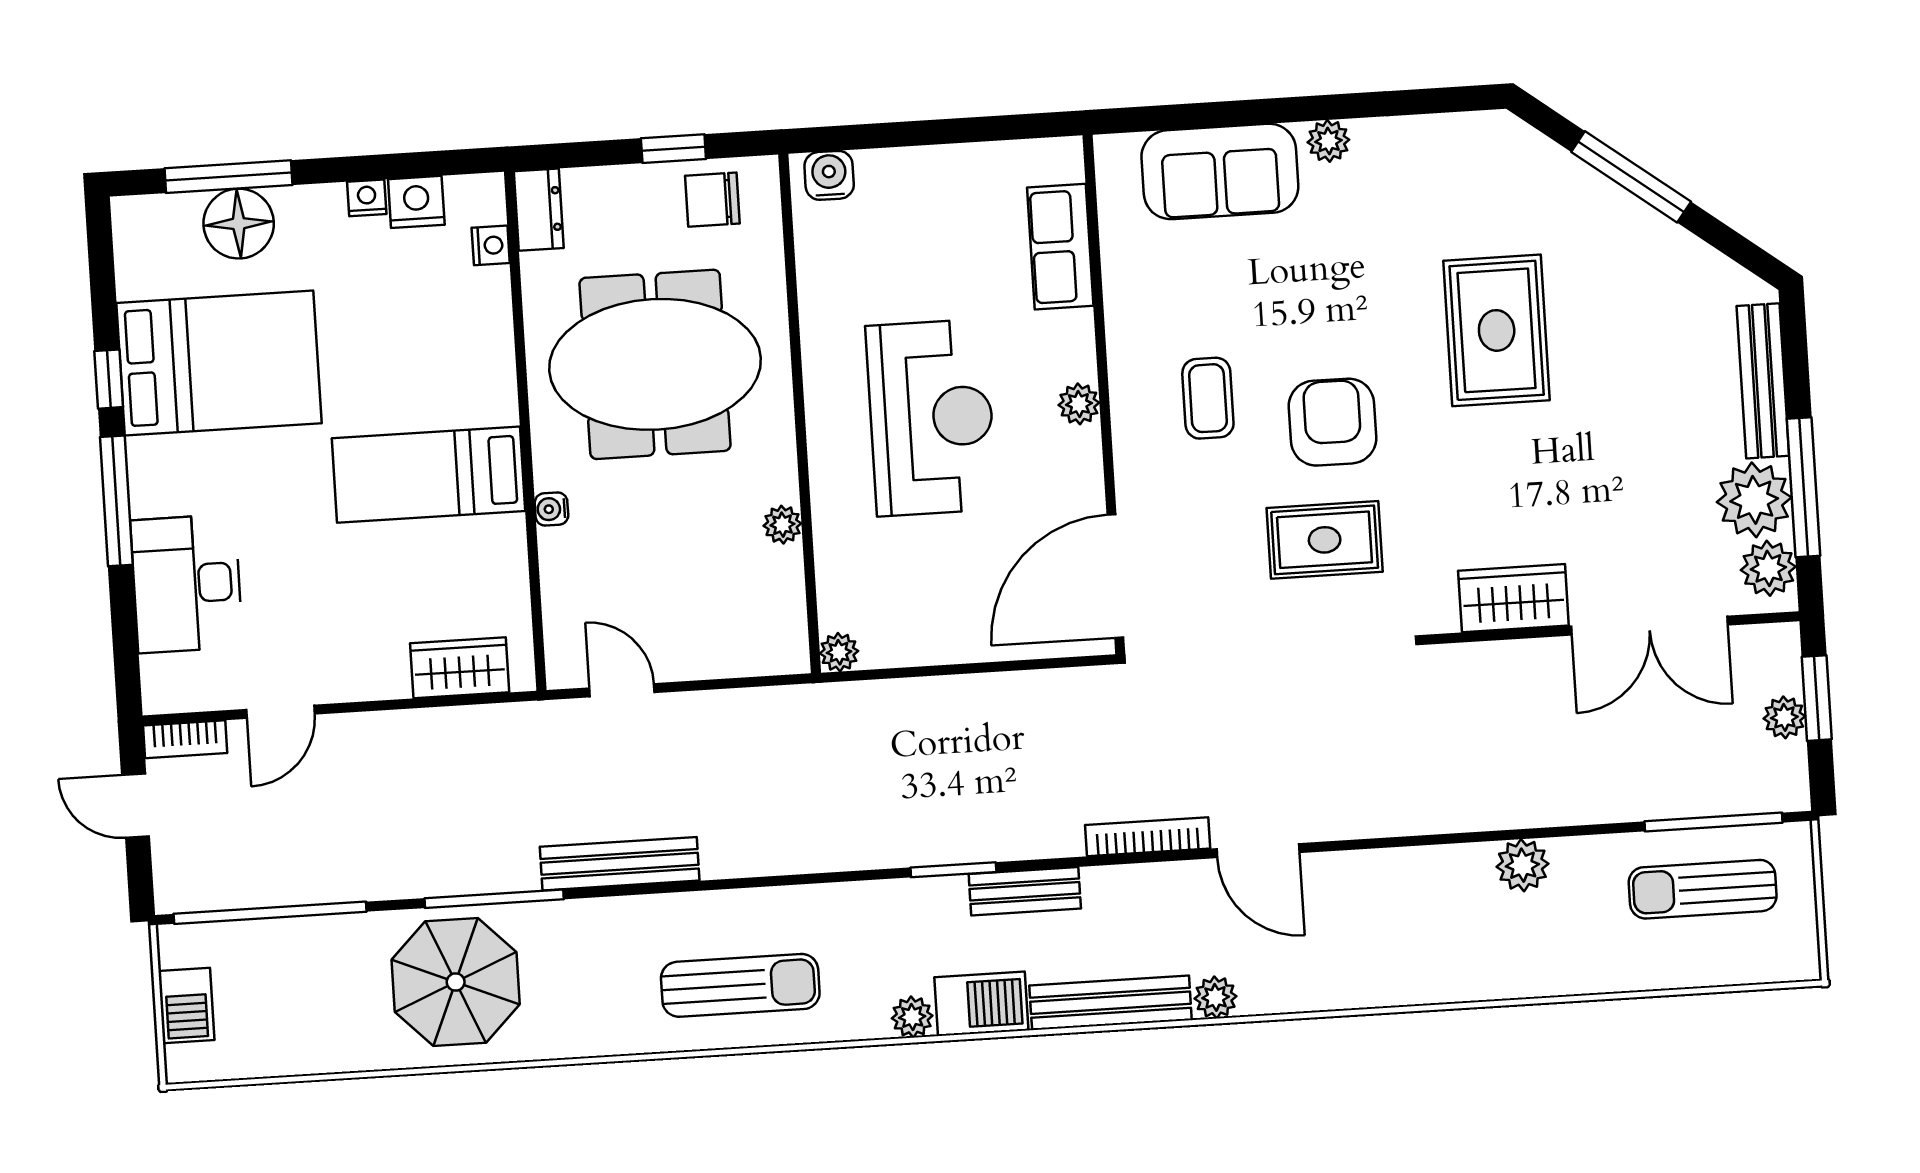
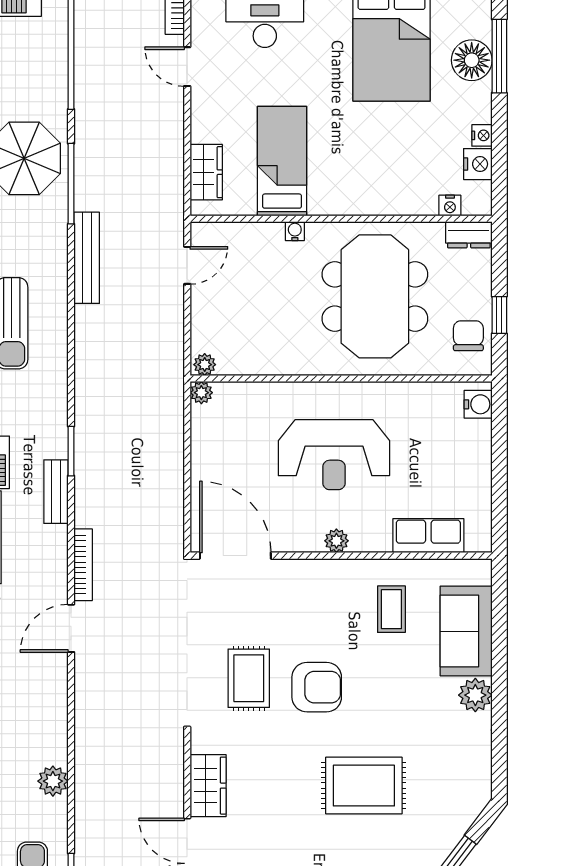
plant: (1328, 141) -> (475, 695), width x1.38, depth x1.38
coffee table: (1208, 398) -> (391, 609), moved, turned 90
bed: (429, 475) -> (282, 161), moved
plant: (782, 525) -> (205, 365), moved

